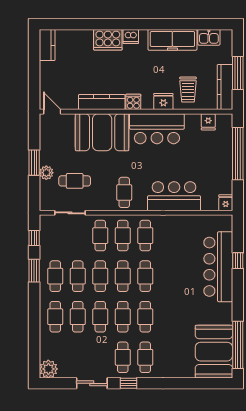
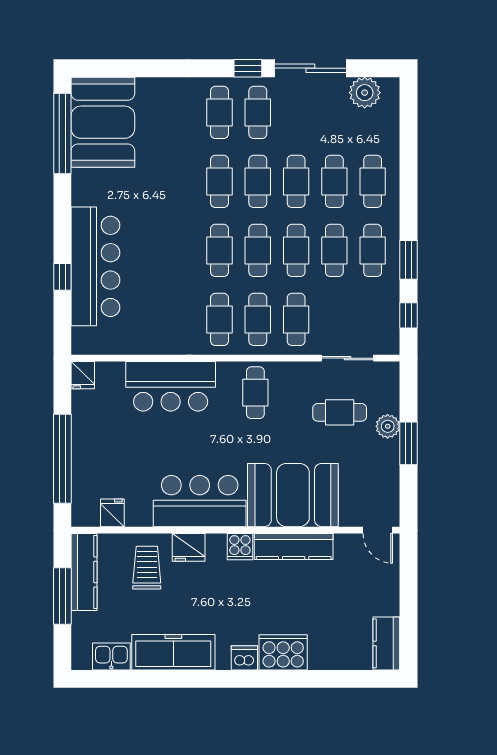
plant: (48, 369) -> (365, 93), moved
sliding door: (92, 383) -> (310, 68), width x1.37

